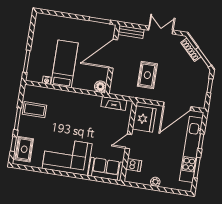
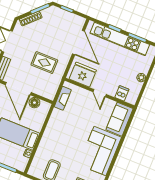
floor lamp: (100, 87) -> (34, 103), moved

